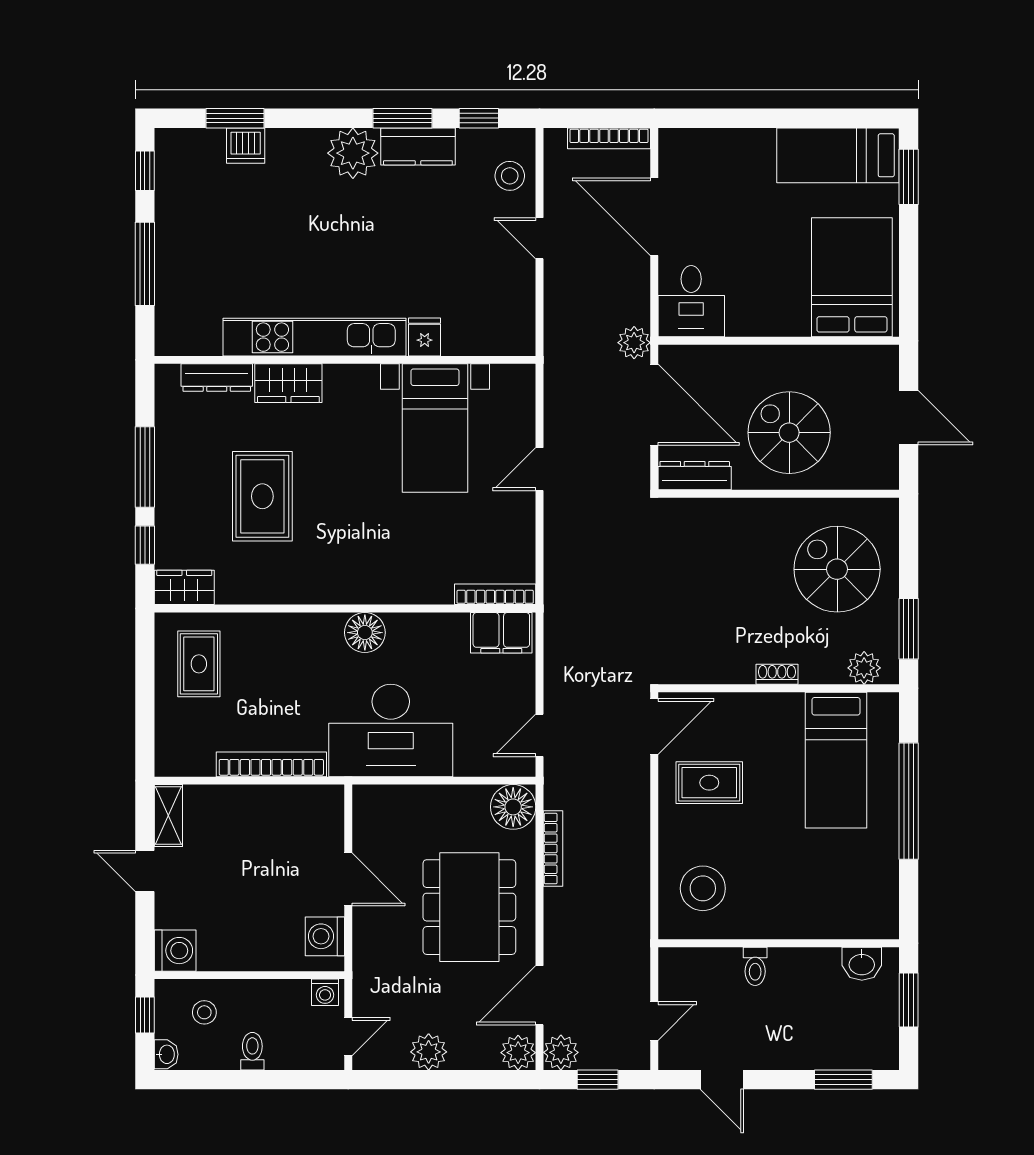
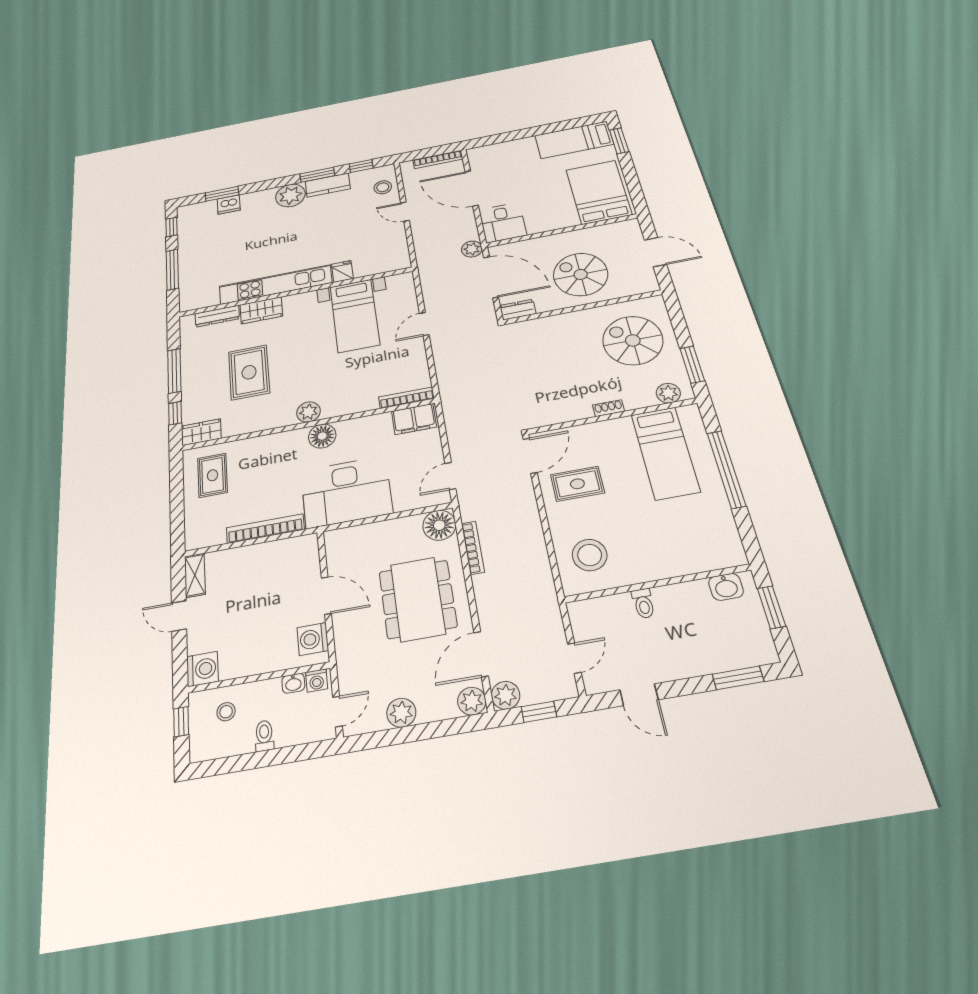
dresser: (695, 476) -> (518, 310), width x0.70
plant: (348, 587) -> (308, 412), added
washbasin: (166, 1054) -> (293, 683), moved, turned 90

